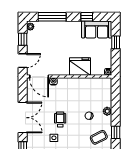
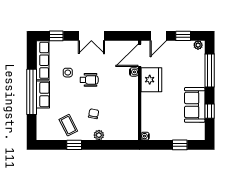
sofa: (97, 29) -> (195, 105), moved
door: (23, 61) -> (158, 36), hinge flipped
fridge: (80, 66) -> (151, 80), moved
double door: (23, 118) -> (91, 36), width x0.73

